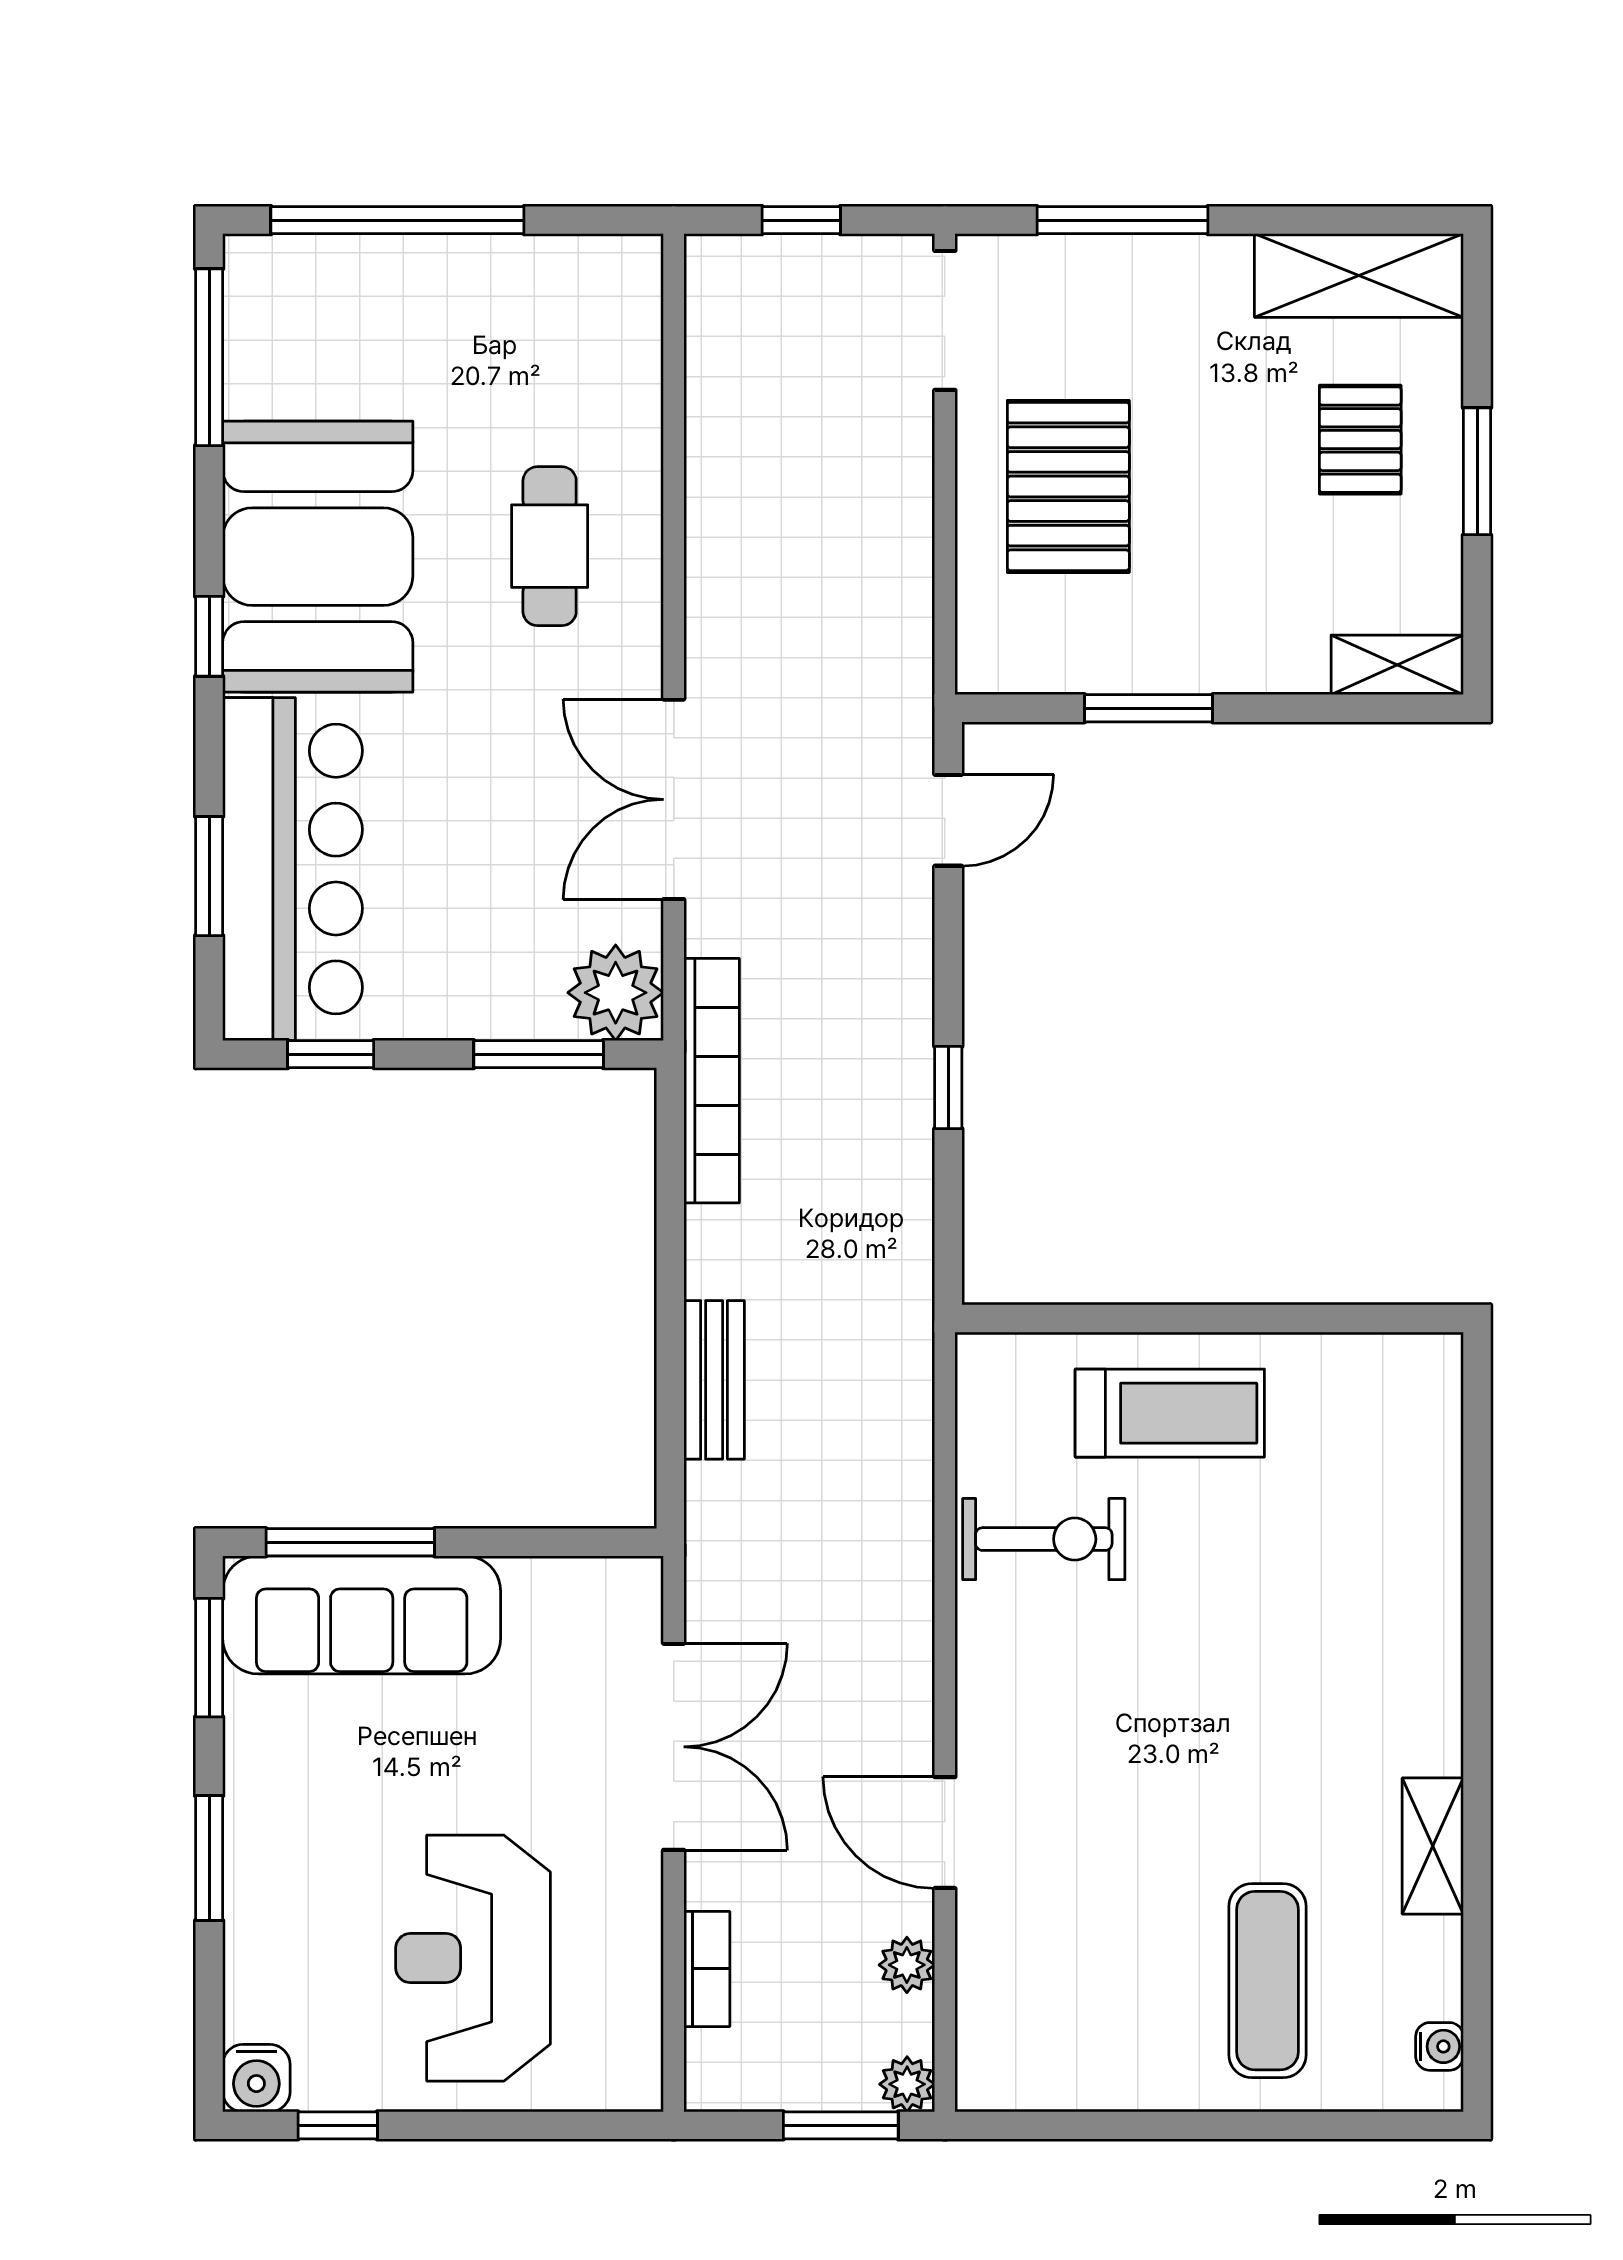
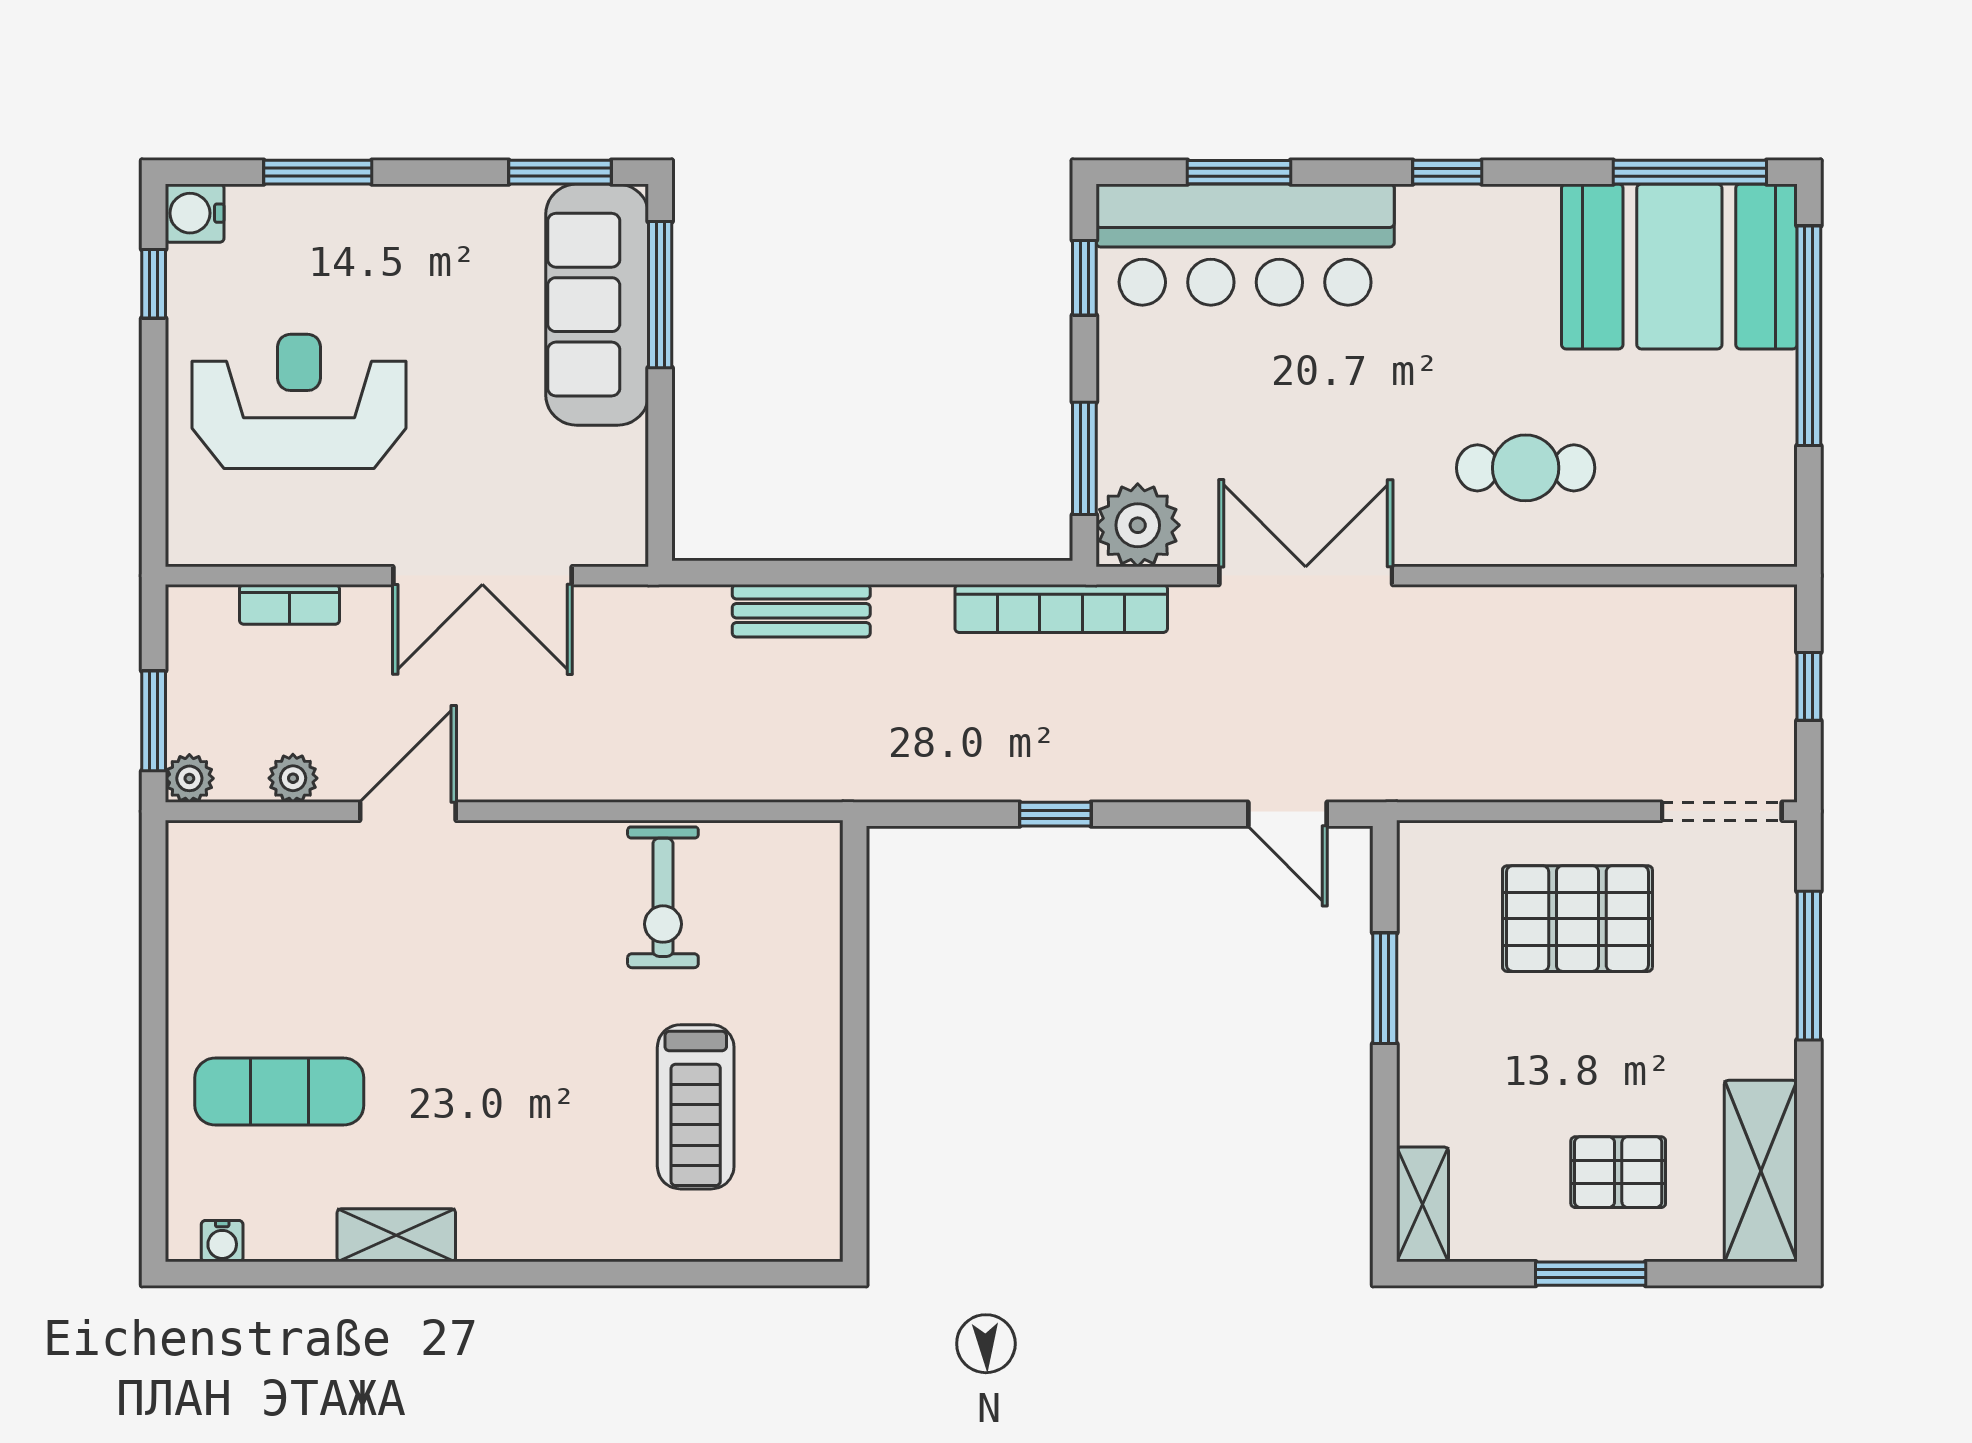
booth: (318, 557) -> (1679, 266), moved
treadmill: (1170, 1413) -> (696, 1107), moved
window: (209, 1858) -> (318, 172), moved

